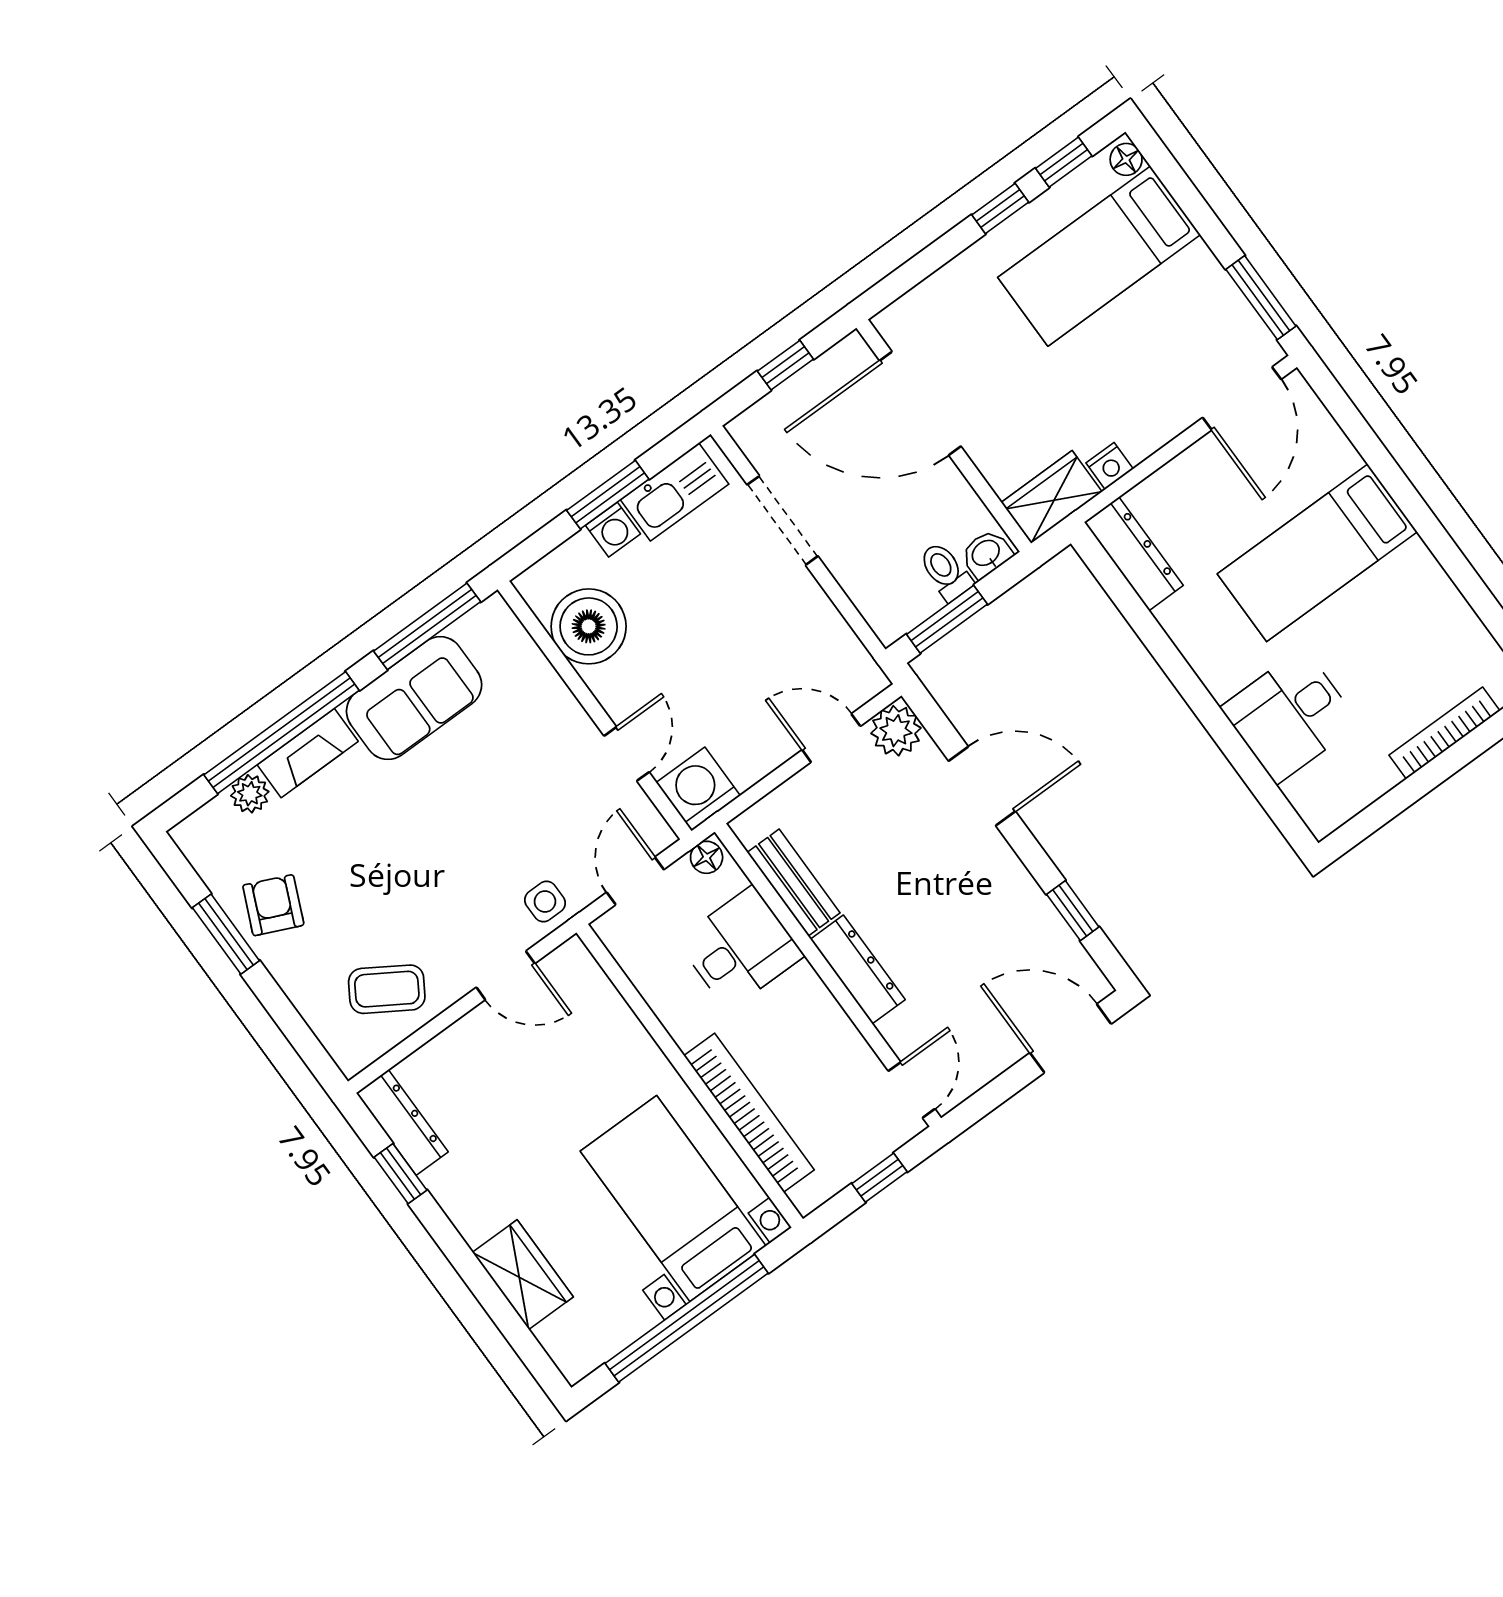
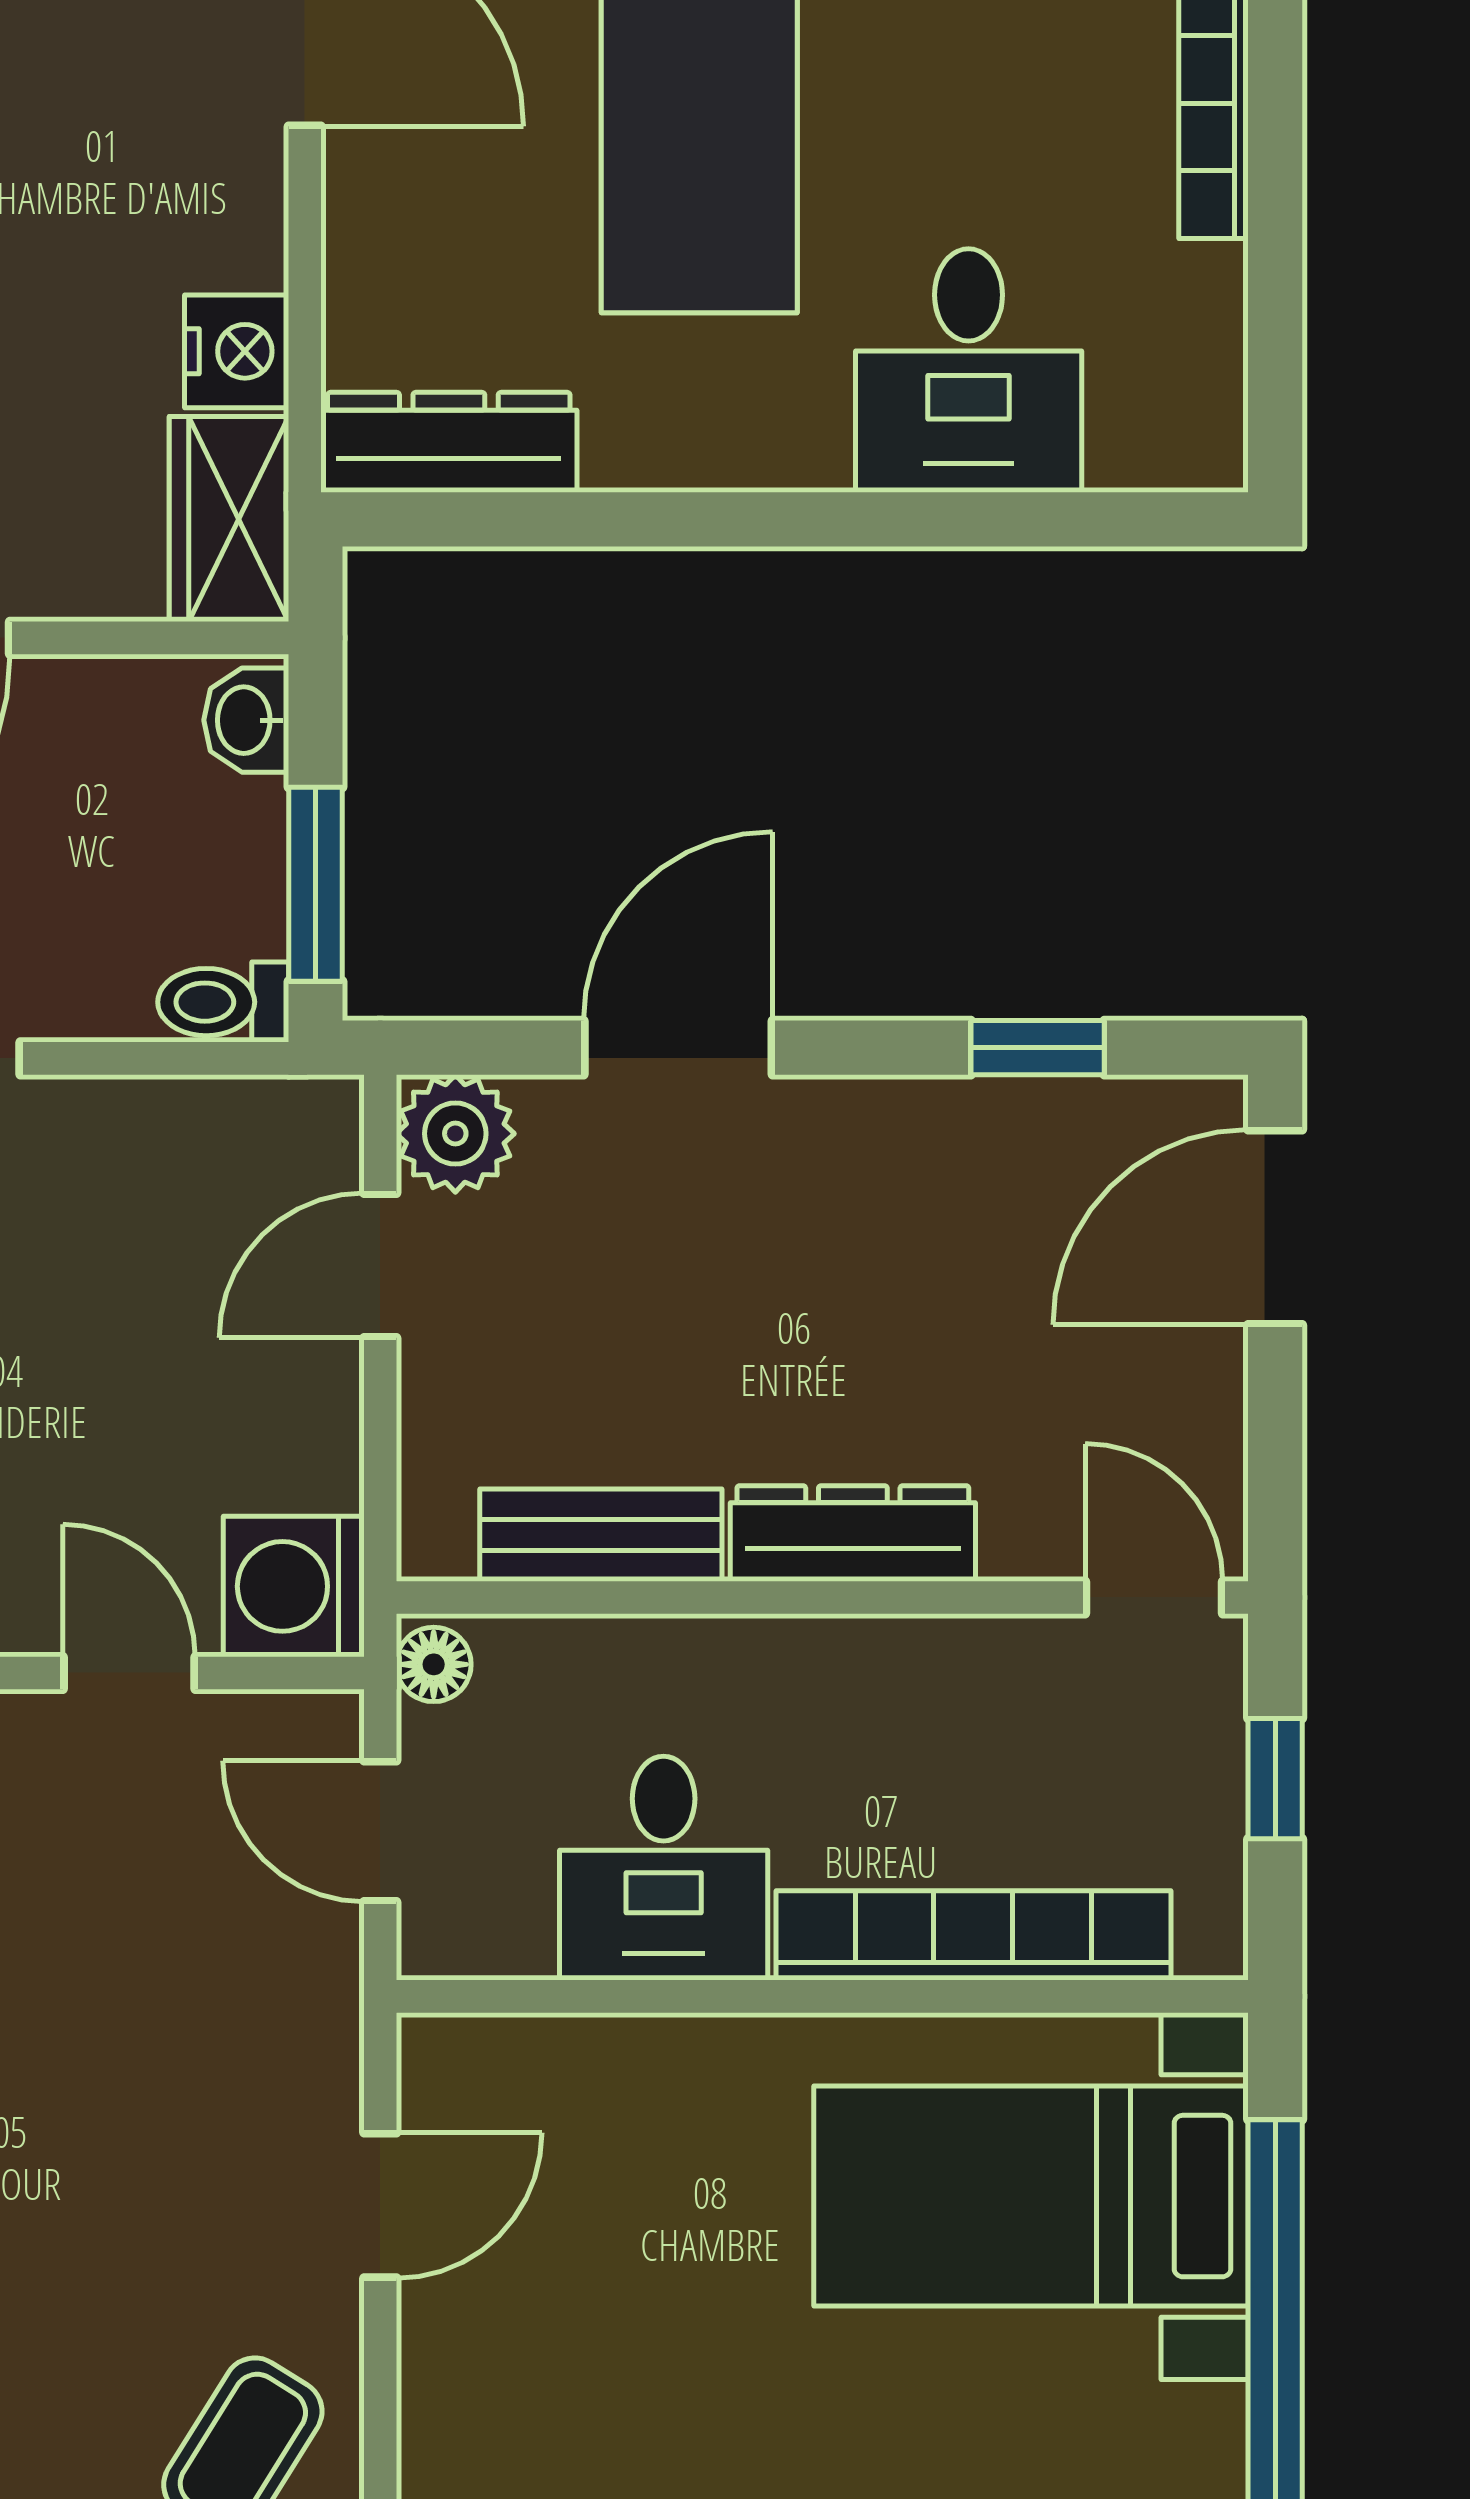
nightstand: (1110, 466) -> (237, 351), width x1.39, depth x1.35
toilet: (945, 571) -> (223, 1002), moved
side table: (545, 902) -> (295, 2030), removed
desk: (740, 948) -> (664, 1868), moved, turned 180

